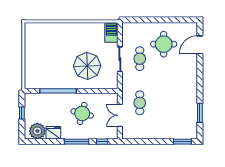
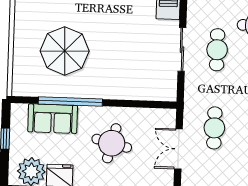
parasol: (87, 66) -> (65, 51), moved
sofa: (48, 101) -> (53, 119), added

